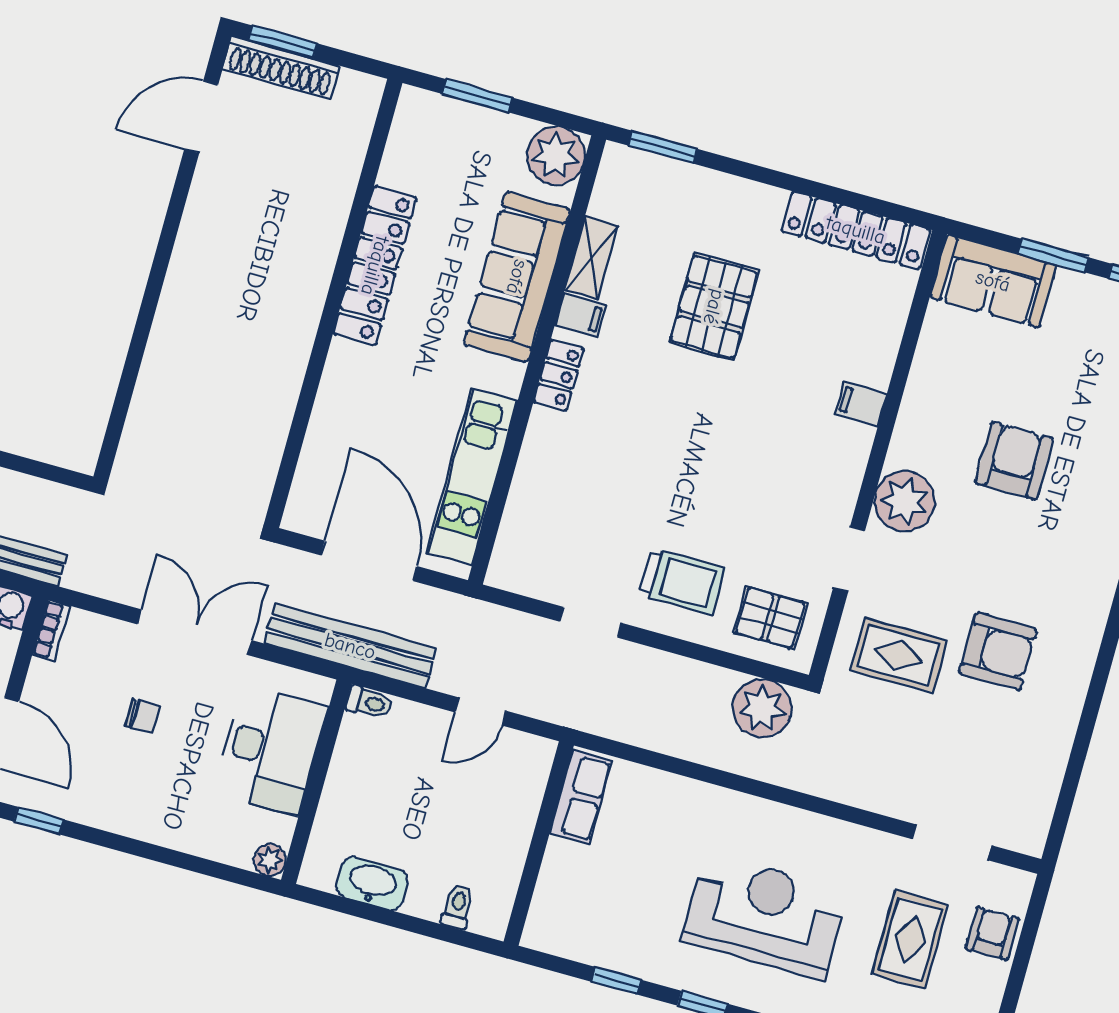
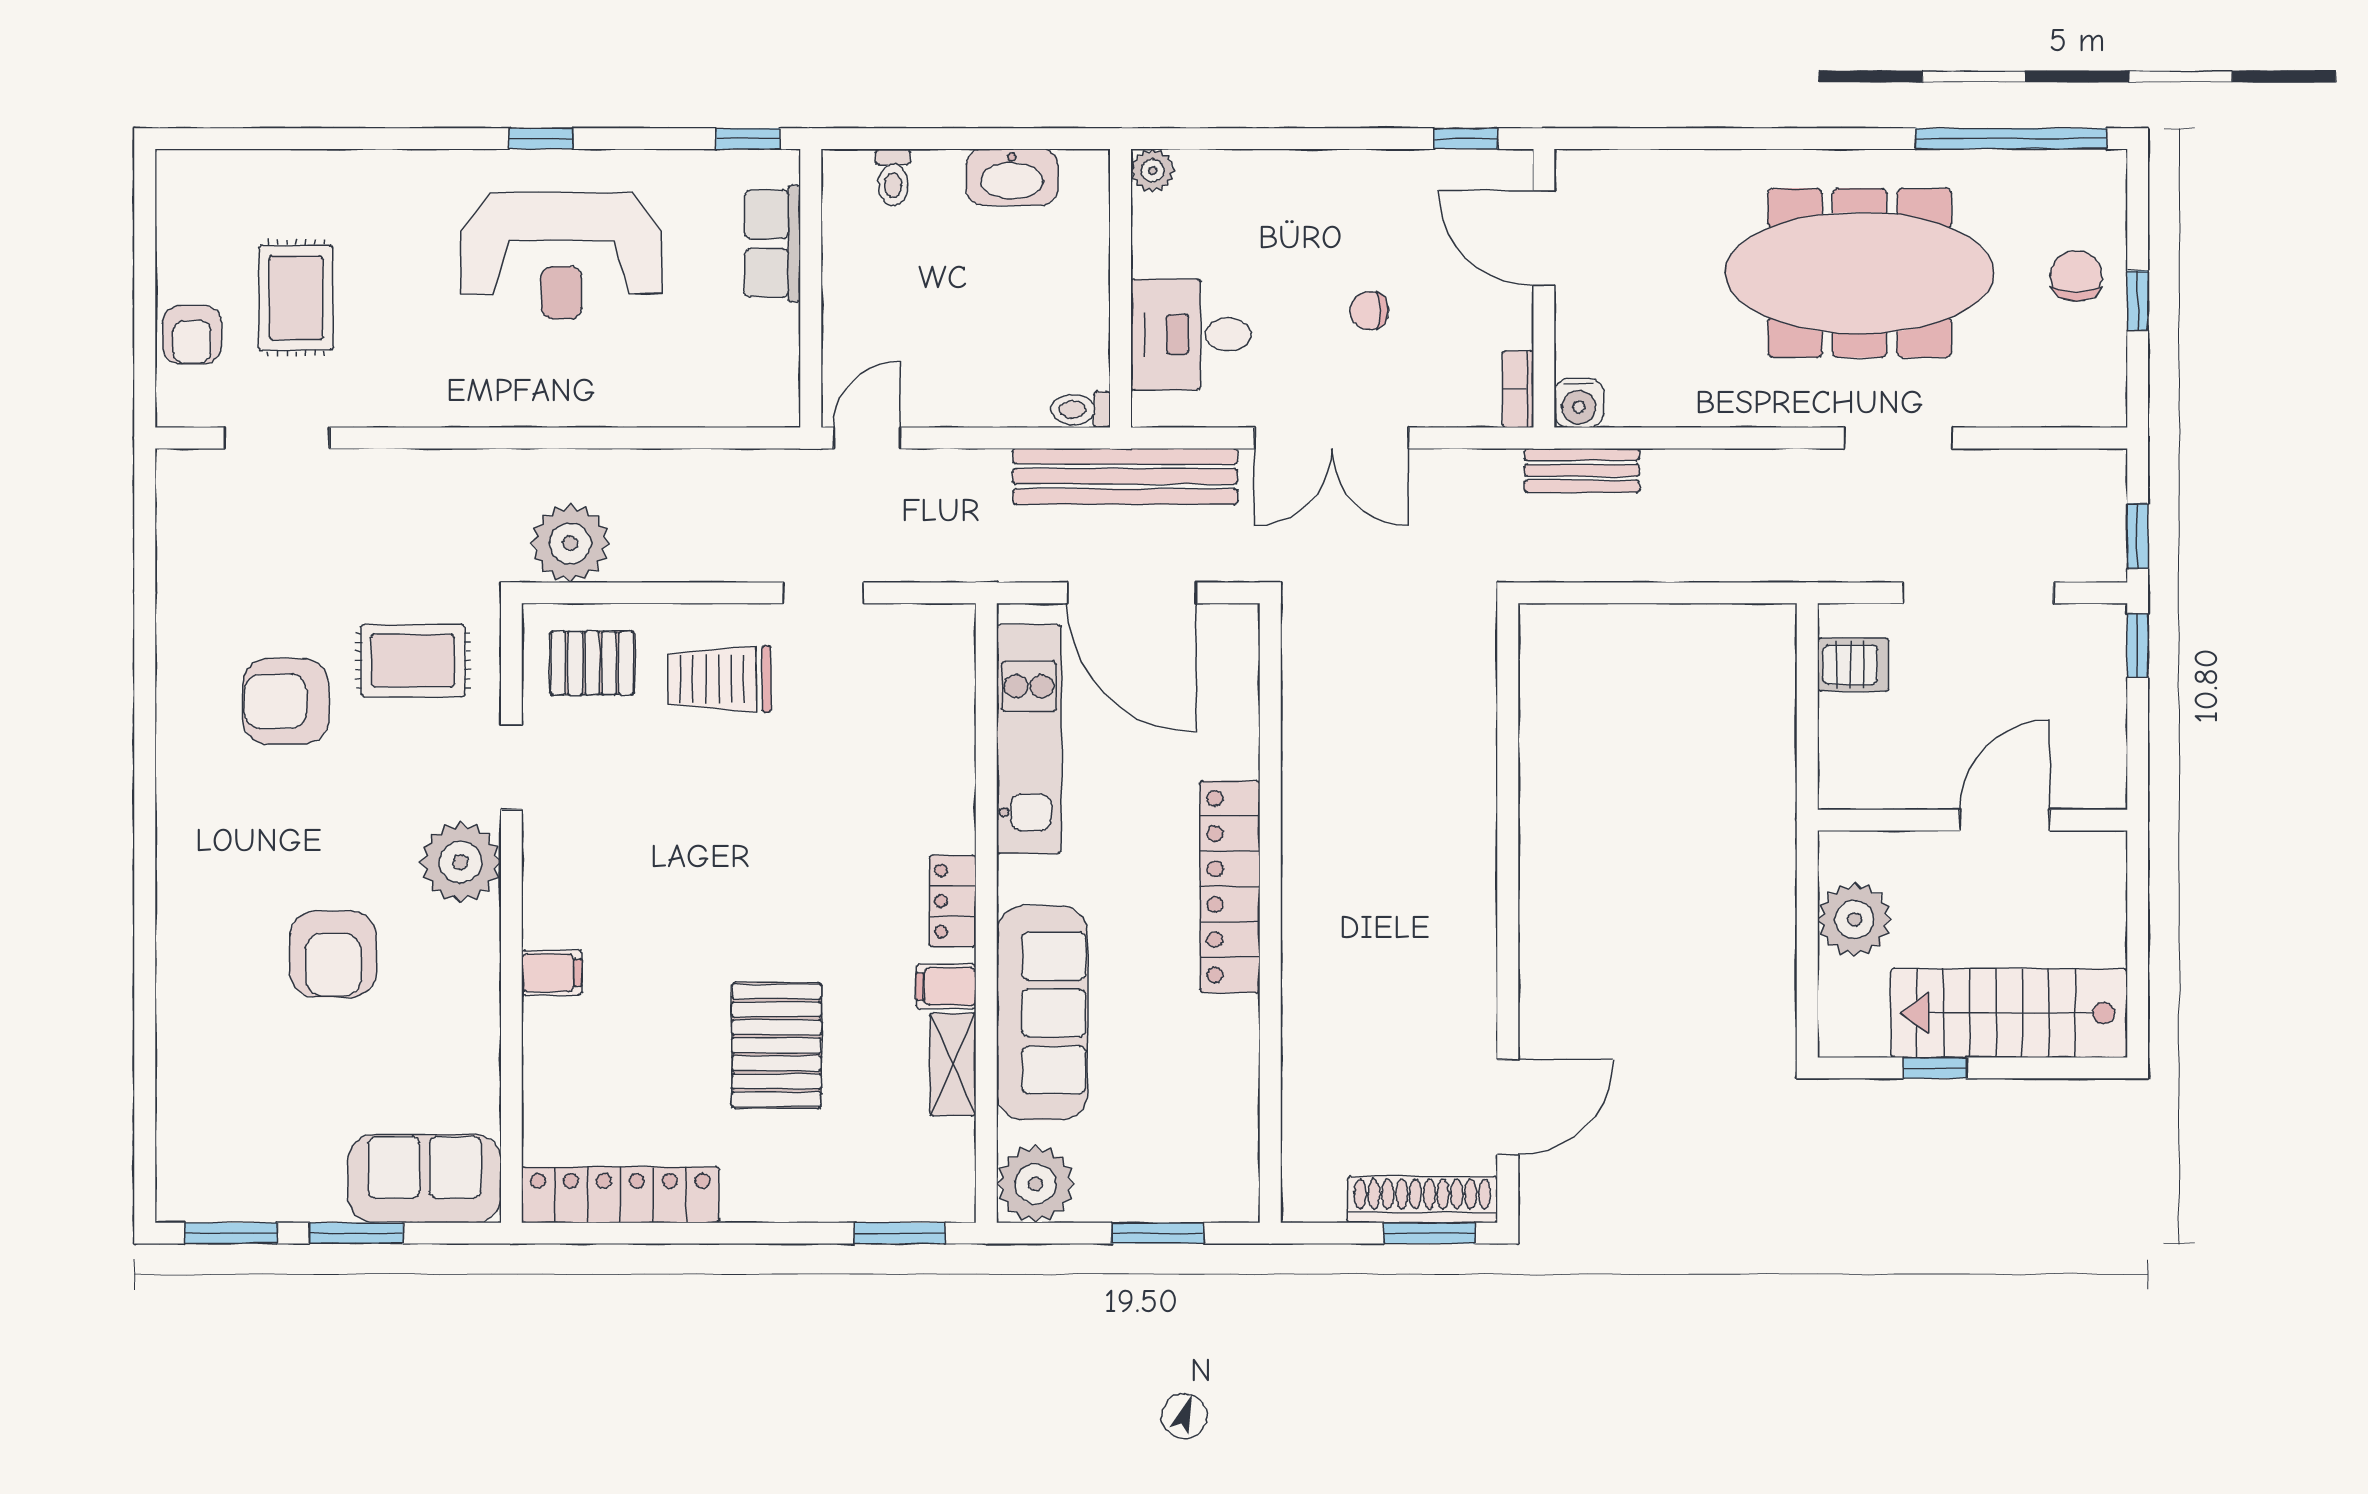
locker: (375, 266) -> (1230, 887), moved
door: (481, 712) -> (867, 438), moved
desk: (271, 750) -> (1191, 334), width x0.73
row of seats: (581, 797) -> (773, 244), moved
reception desk: (764, 916) -> (561, 256), moved
window: (617, 981) -> (748, 139), moved

